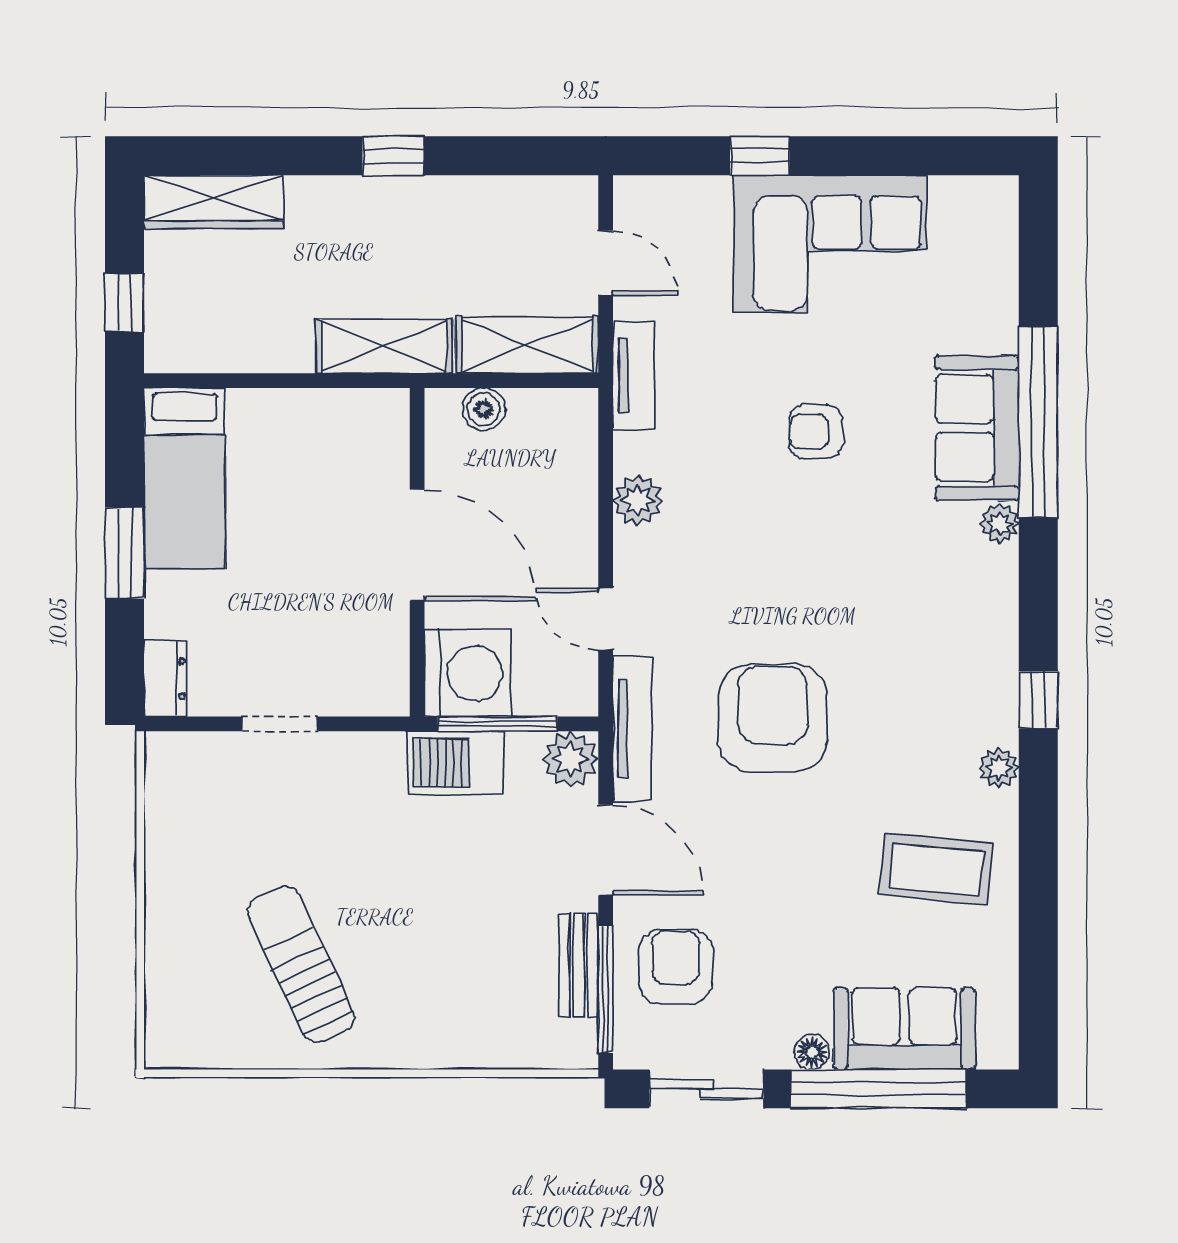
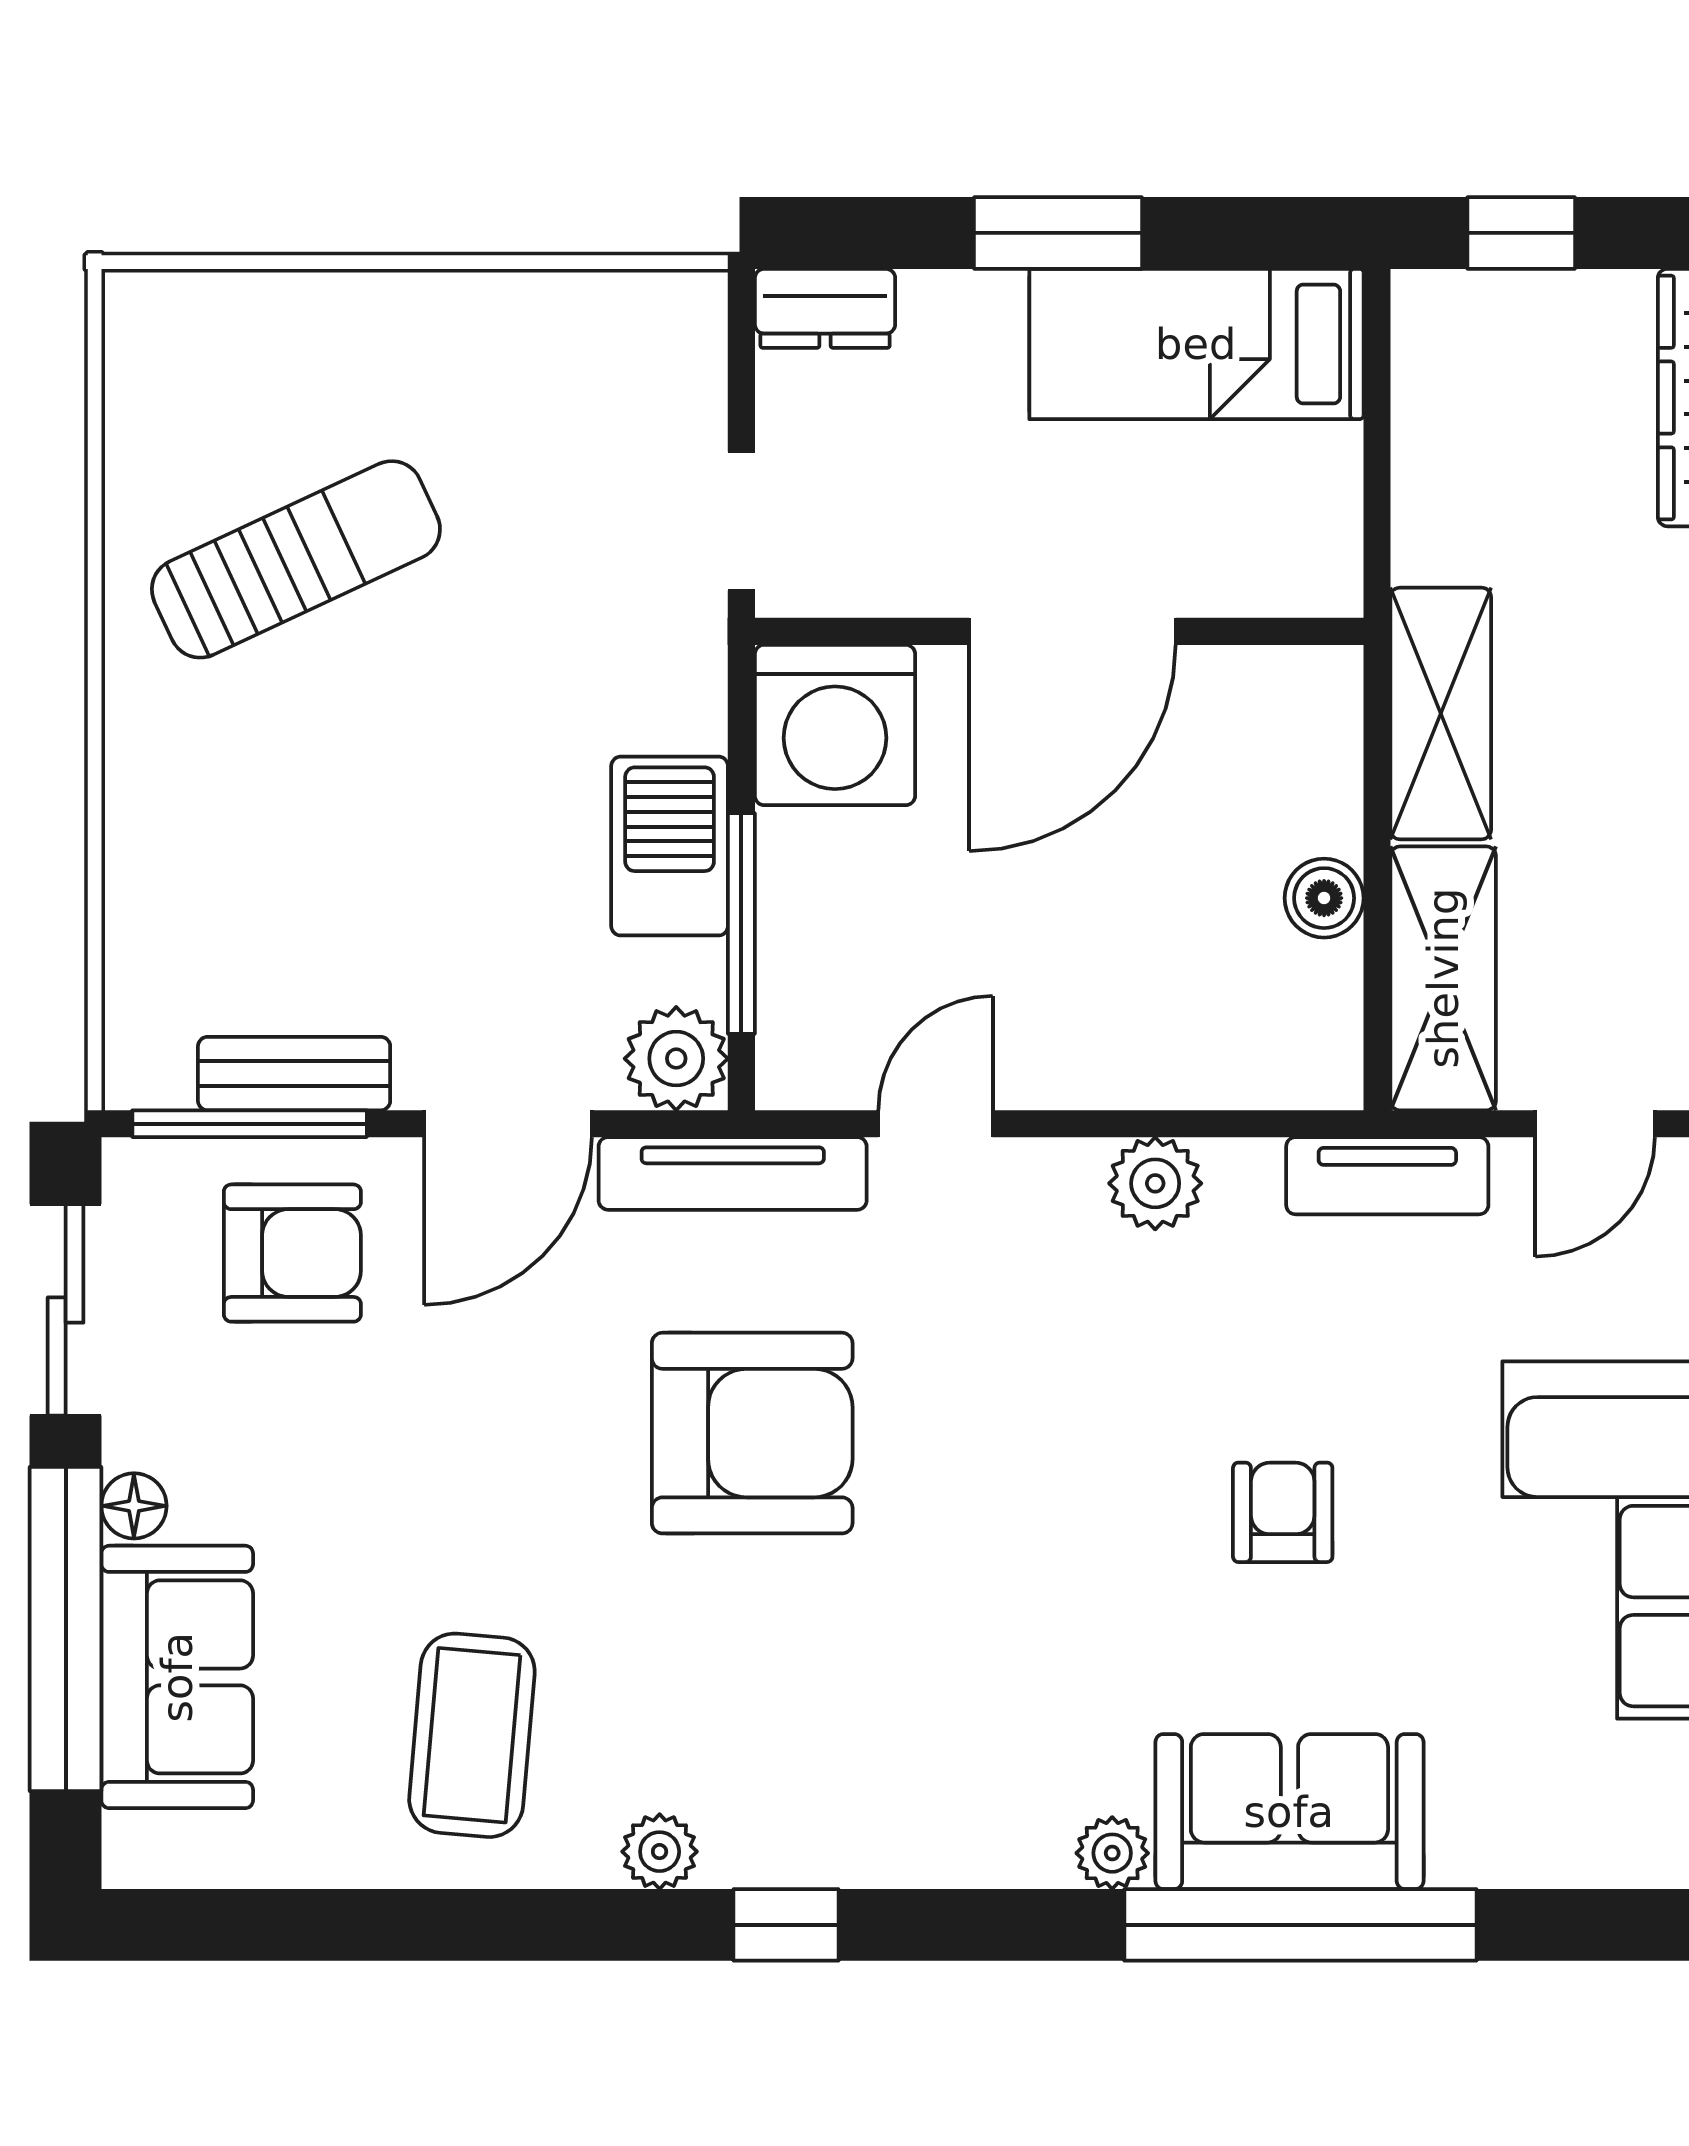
door: (417, 545) -> (1072, 631), moved
wall: (417, 552) -> (1059, 631), moved
washing machine: (468, 673) -> (835, 725), moved

